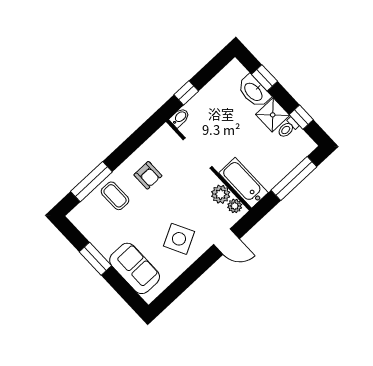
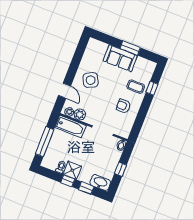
washbasin: (254, 91) -> (100, 183), moved
window: (186, 93) -> (120, 169), moved
window: (301, 117) -> (68, 181), moved
window: (91, 182) -> (152, 88), width x0.46
door: (227, 242) -> (65, 91), swing flipped
sofa: (135, 268) -> (120, 58), moved

